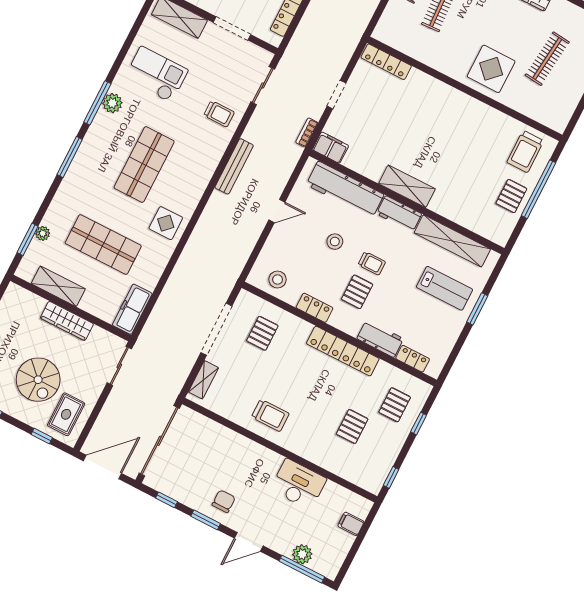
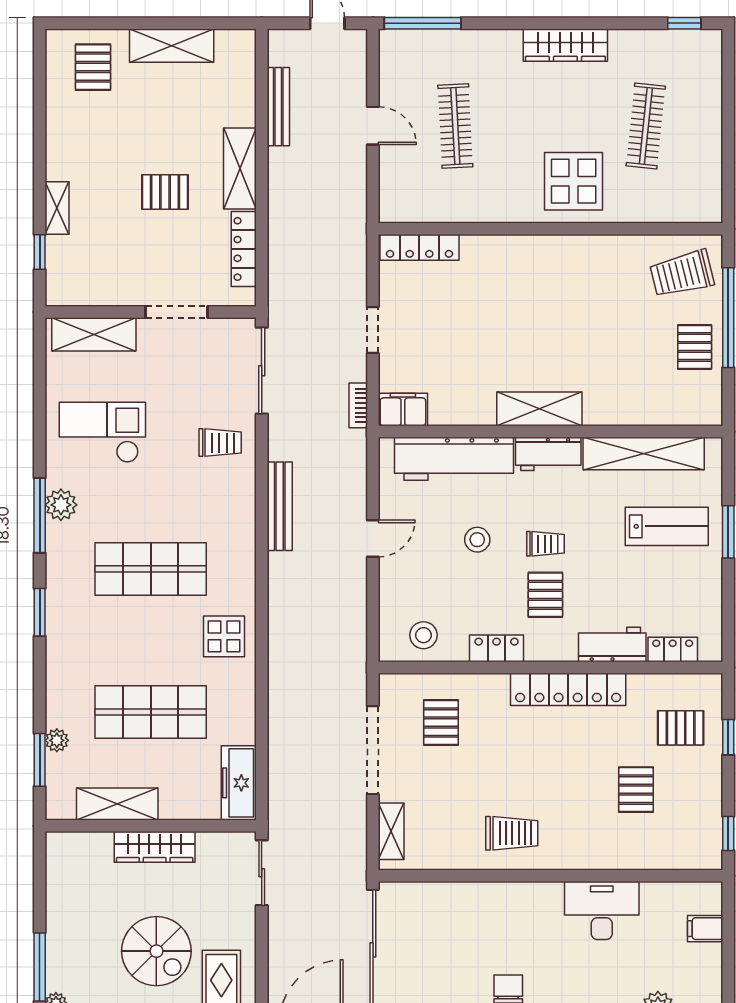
sliding door: (263, 86) -> (262, 371), width x1.37
trolley: (525, 151) -> (682, 274), turned 76
window: (70, 157) -> (40, 612), width x0.69
shop shelf: (144, 165) -> (151, 569), turned 90
pallet: (395, 405) -> (681, 728), turned 90

